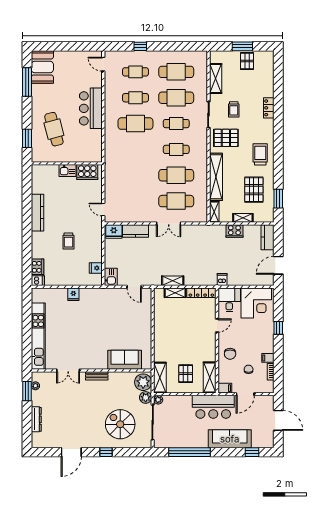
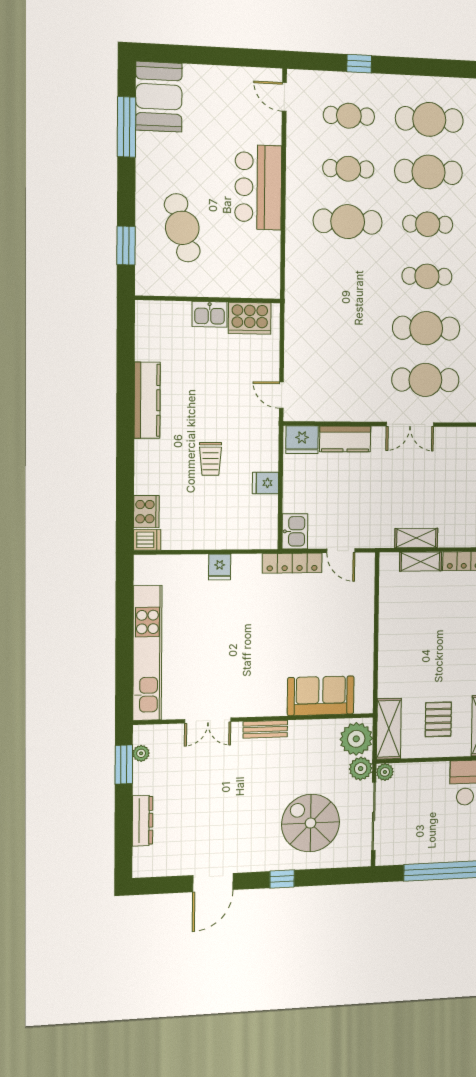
fridge: (96, 268) -> (265, 483), moved
locker: (109, 293) -> (292, 563), added

